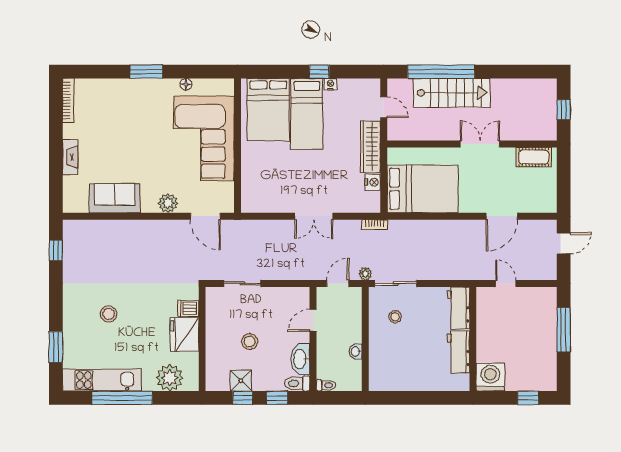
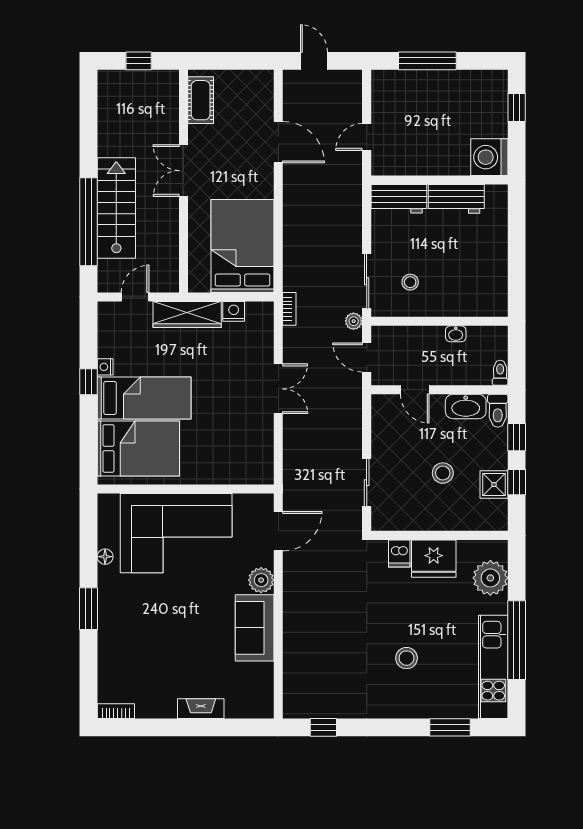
bookcase: (68, 100) -> (116, 711), width x0.64
sofa: (115, 198) -> (255, 628), moved

